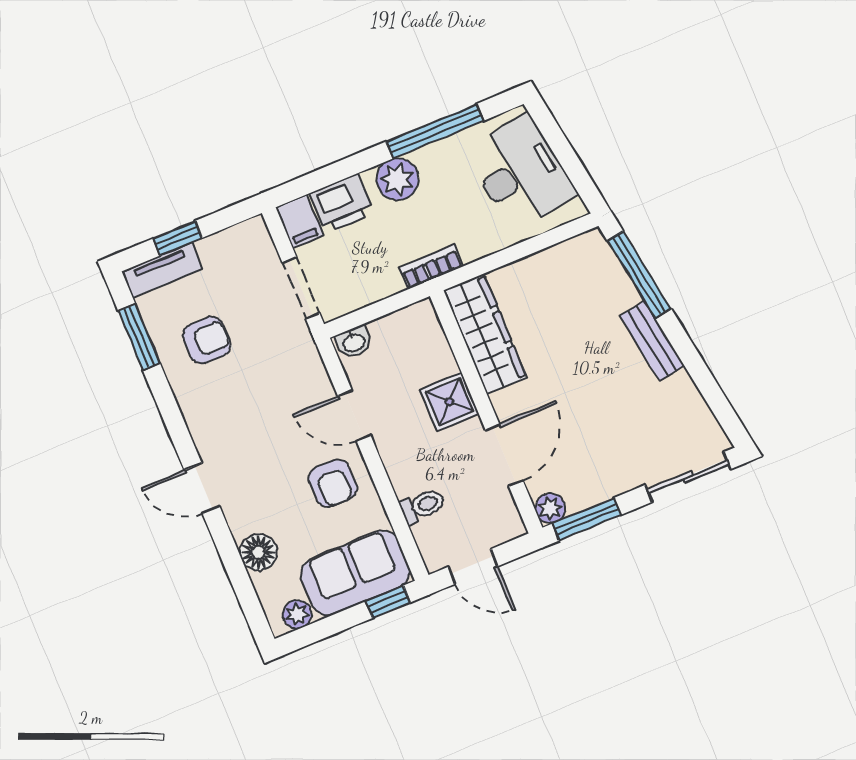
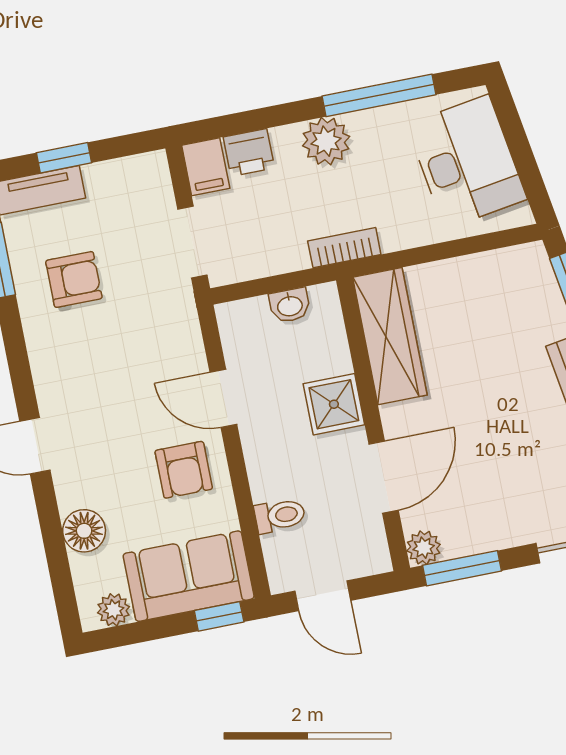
printer: (342, 203) -> (249, 152), width x0.73, depth x0.81
washbasin: (354, 342) -> (290, 305), moved

